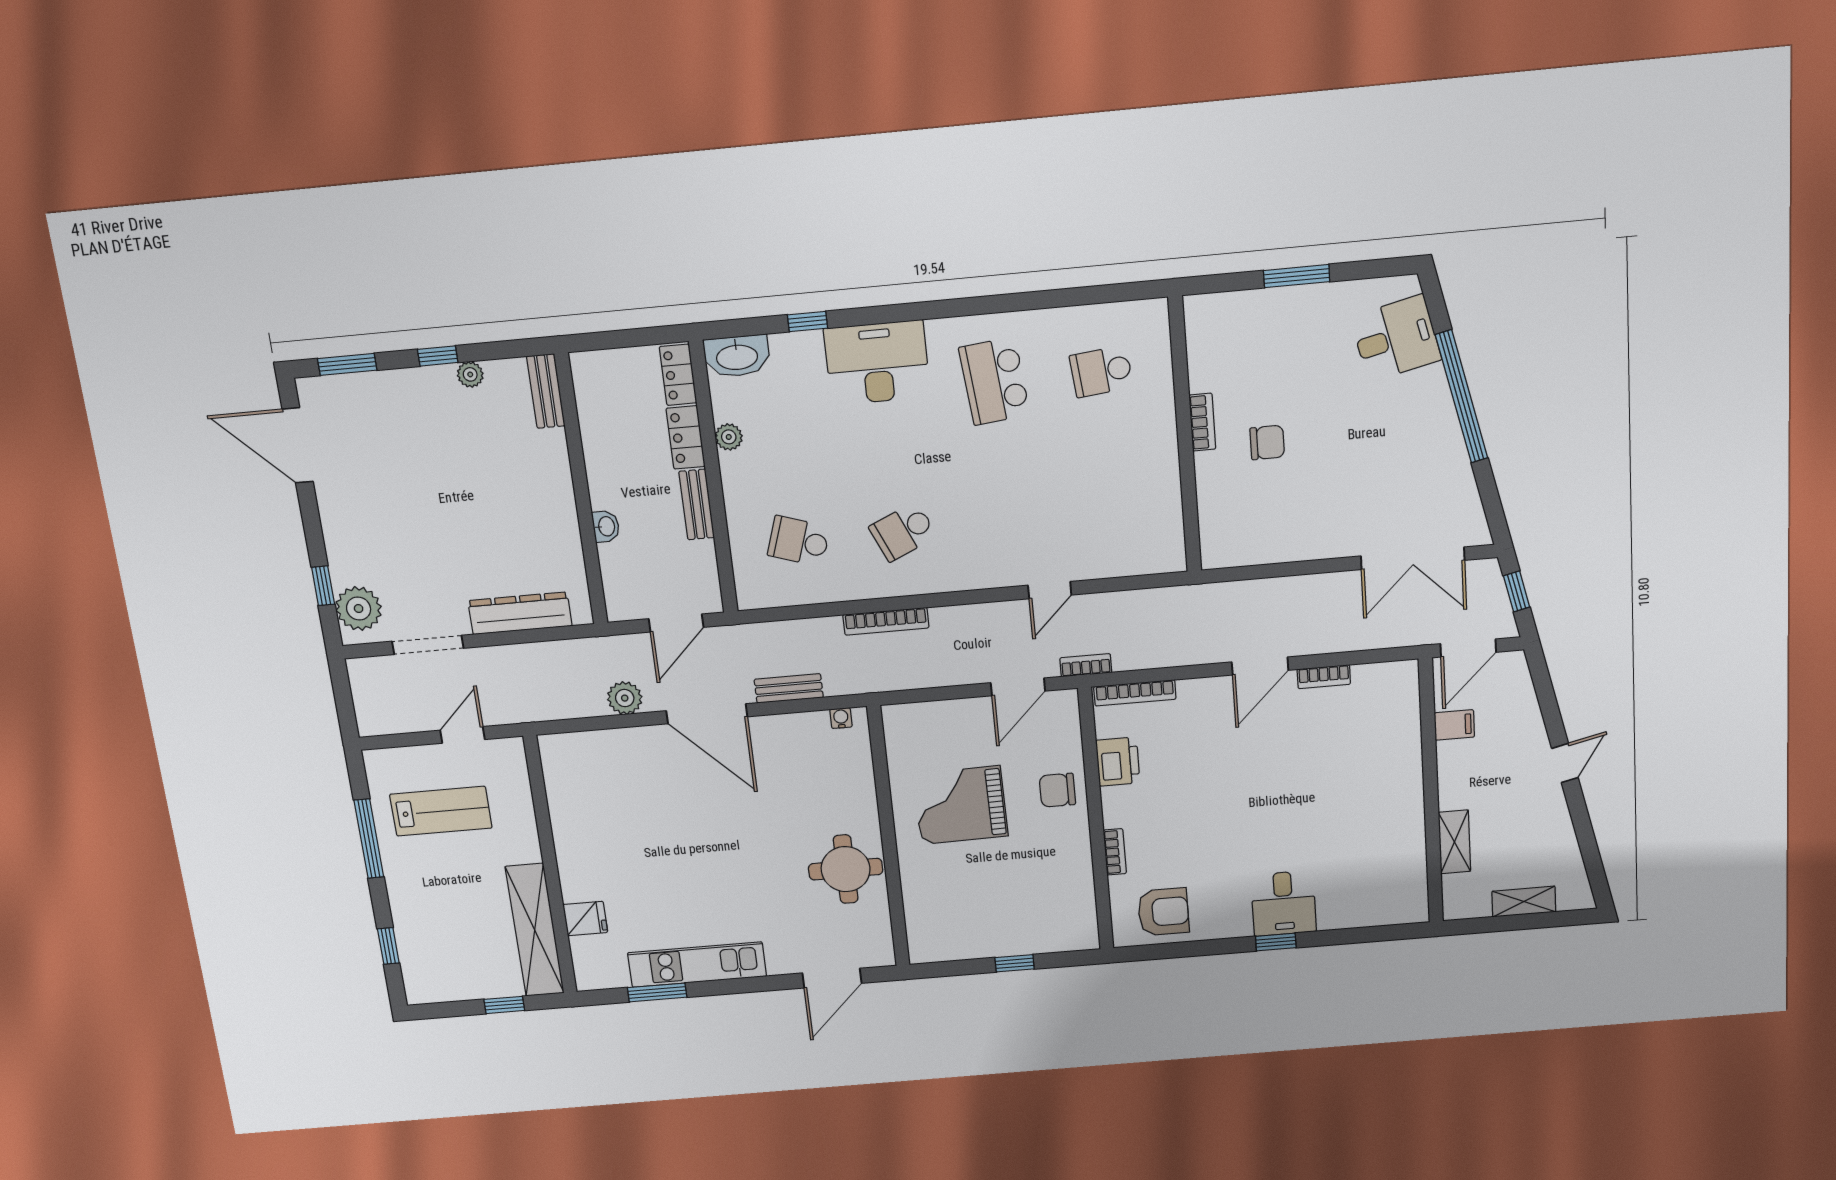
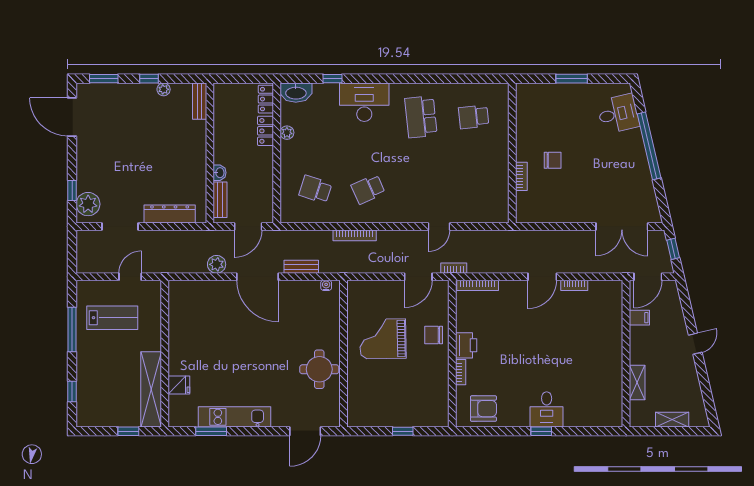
bookcase: (1202, 422) -> (521, 176), moved
bench: (697, 504) -> (220, 200), moved
printer: (1118, 762) -> (466, 345), moved

